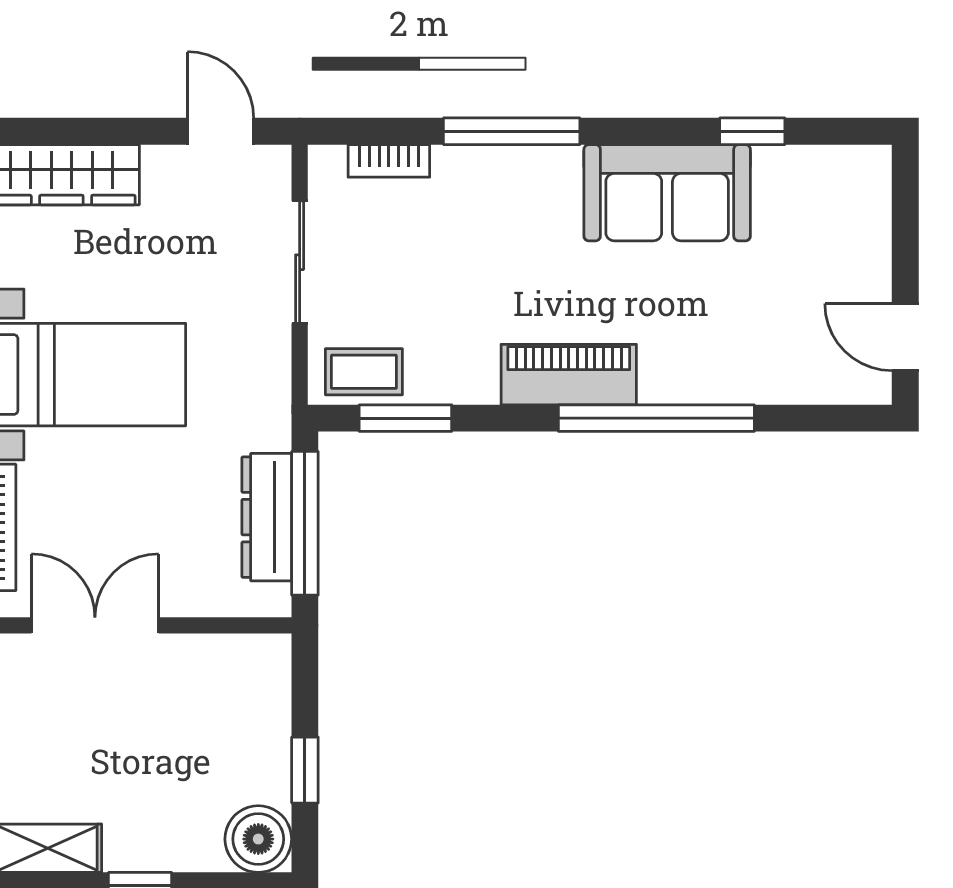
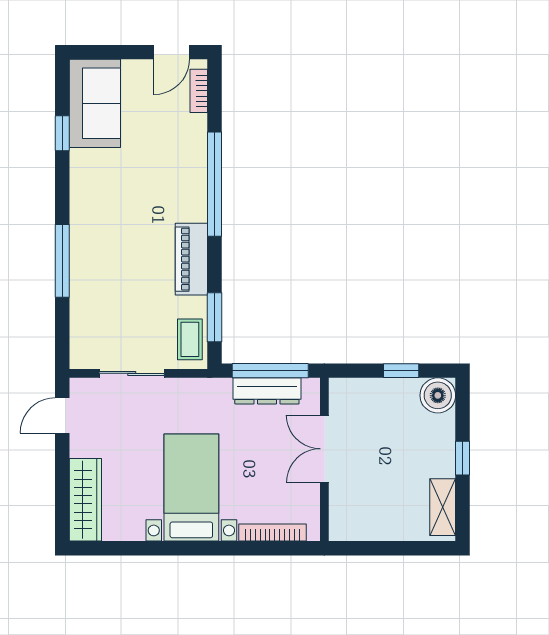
bookcase: (389, 161) -> (199, 91), moved, turned 180
sofa: (667, 193) -> (95, 103), moved
piano: (569, 375) -> (191, 259), moved
double door: (95, 625) -> (324, 449), moved

